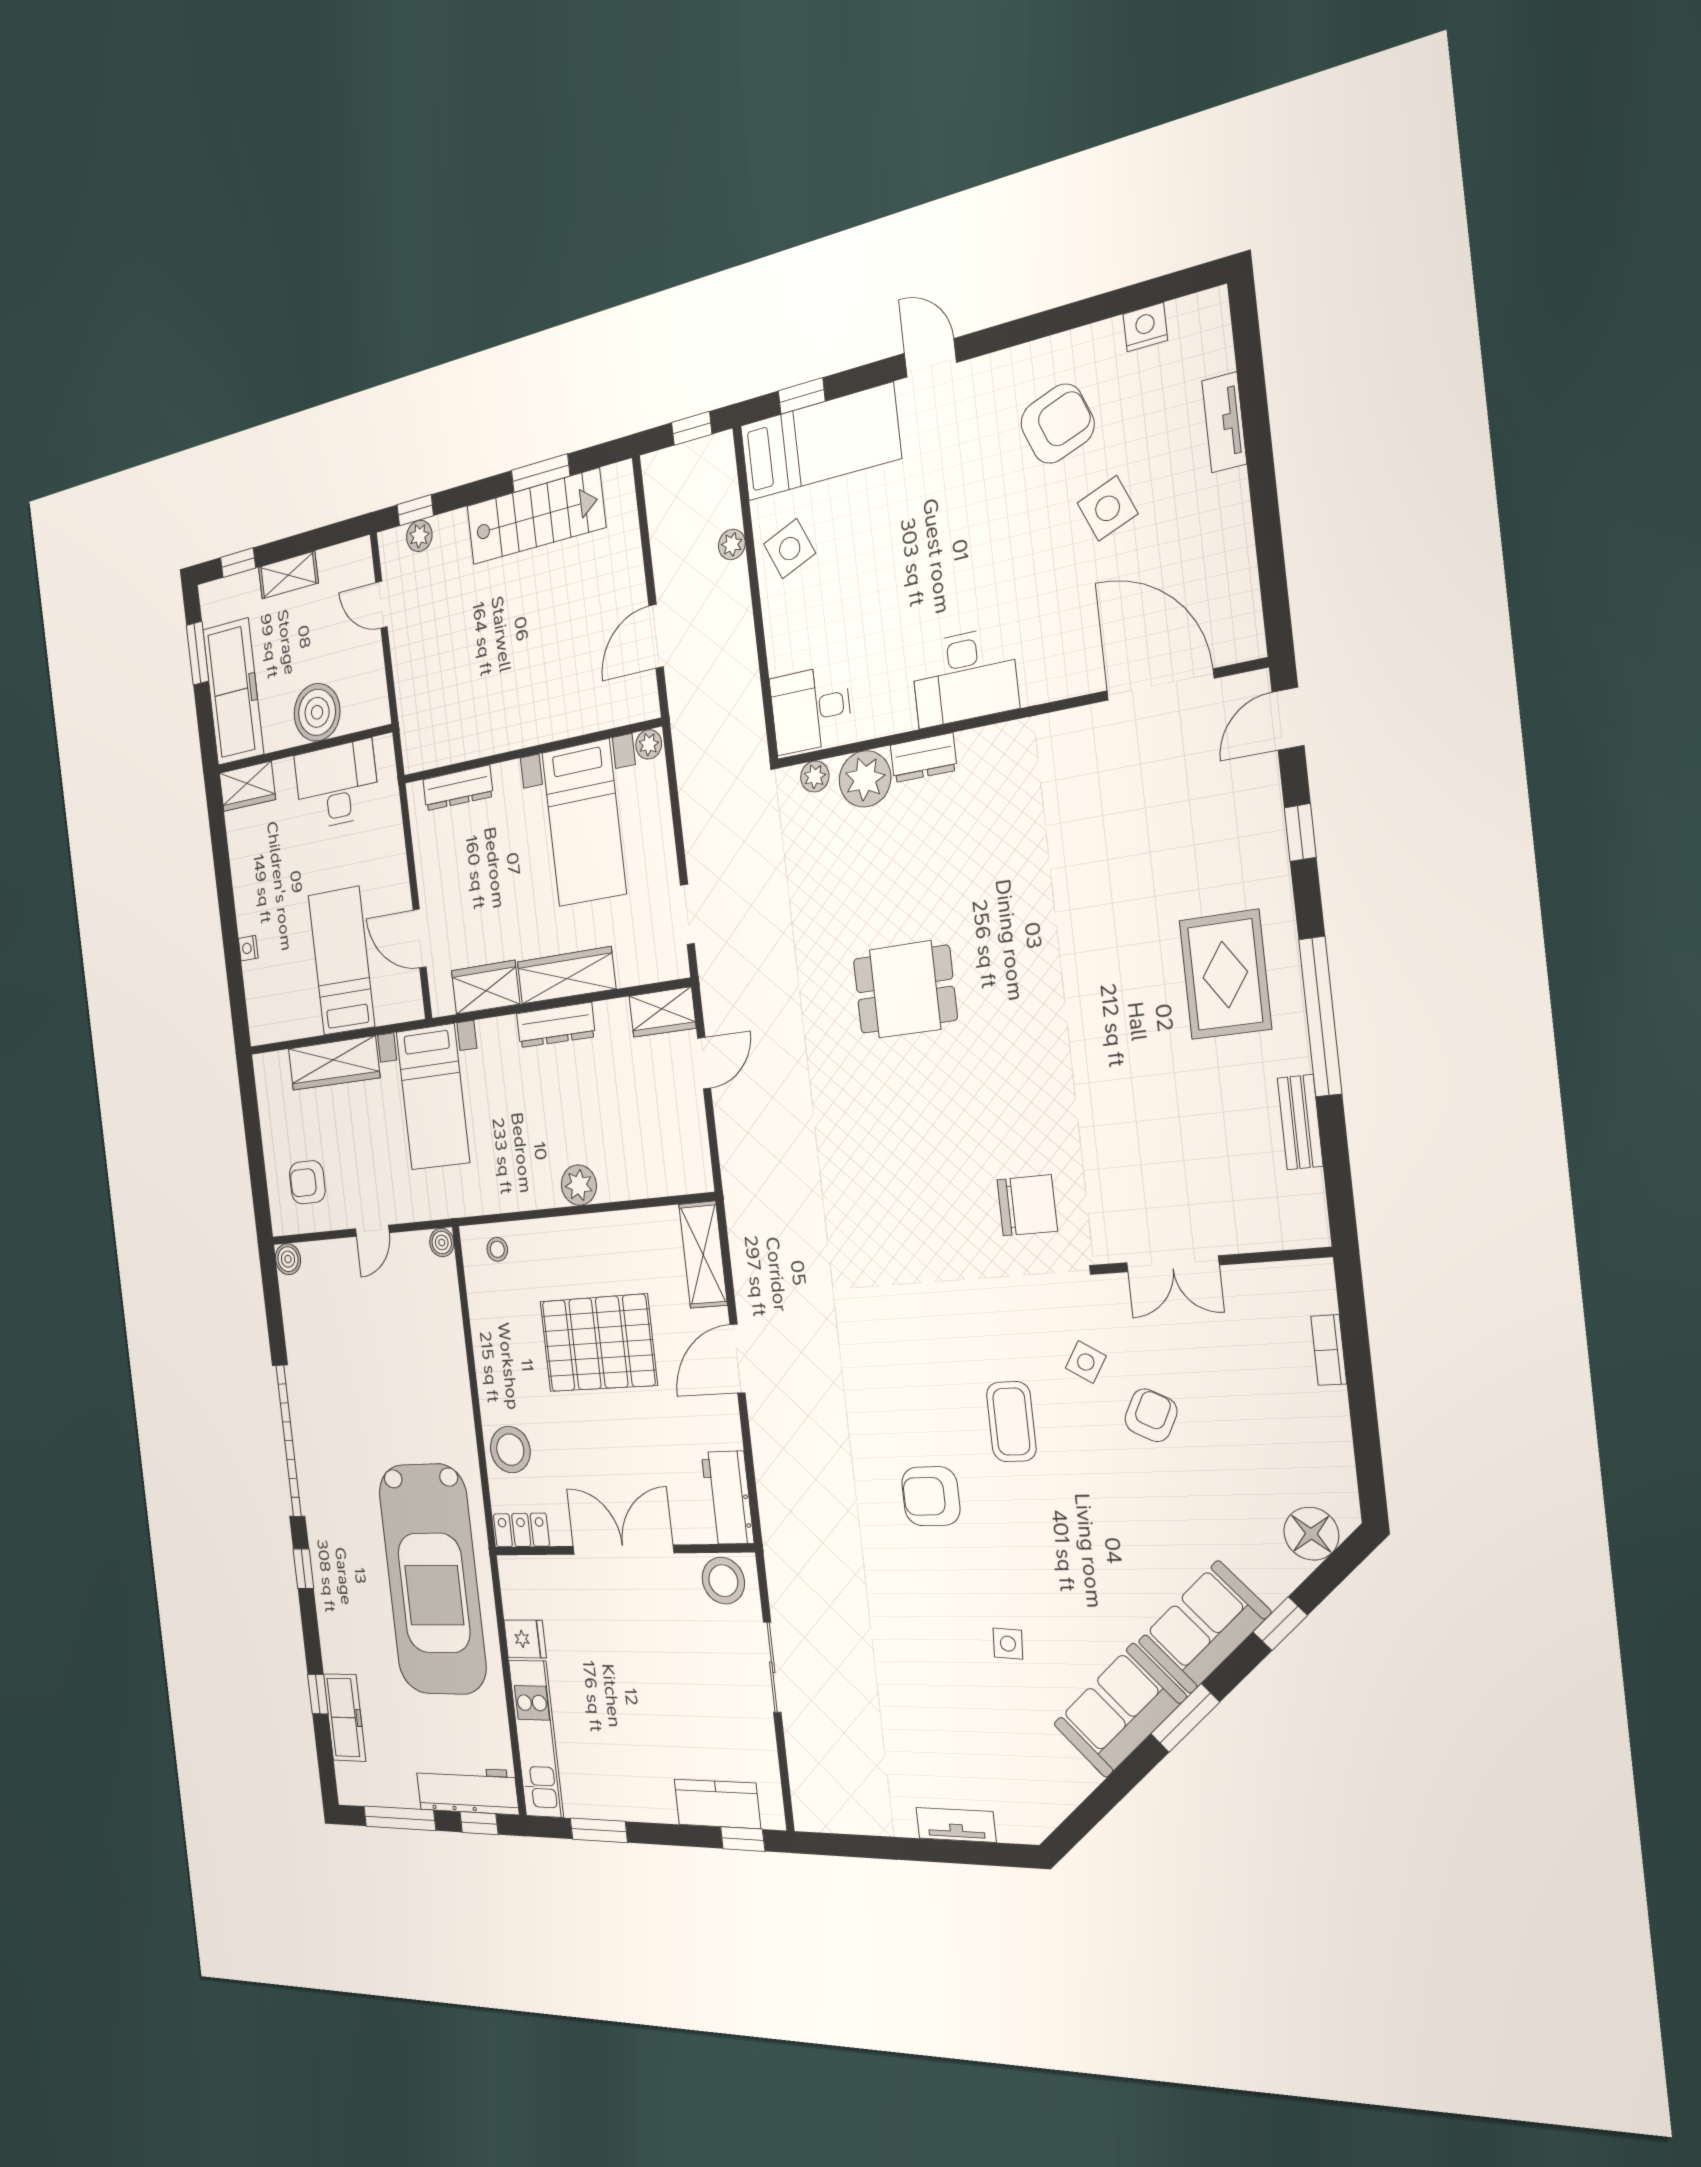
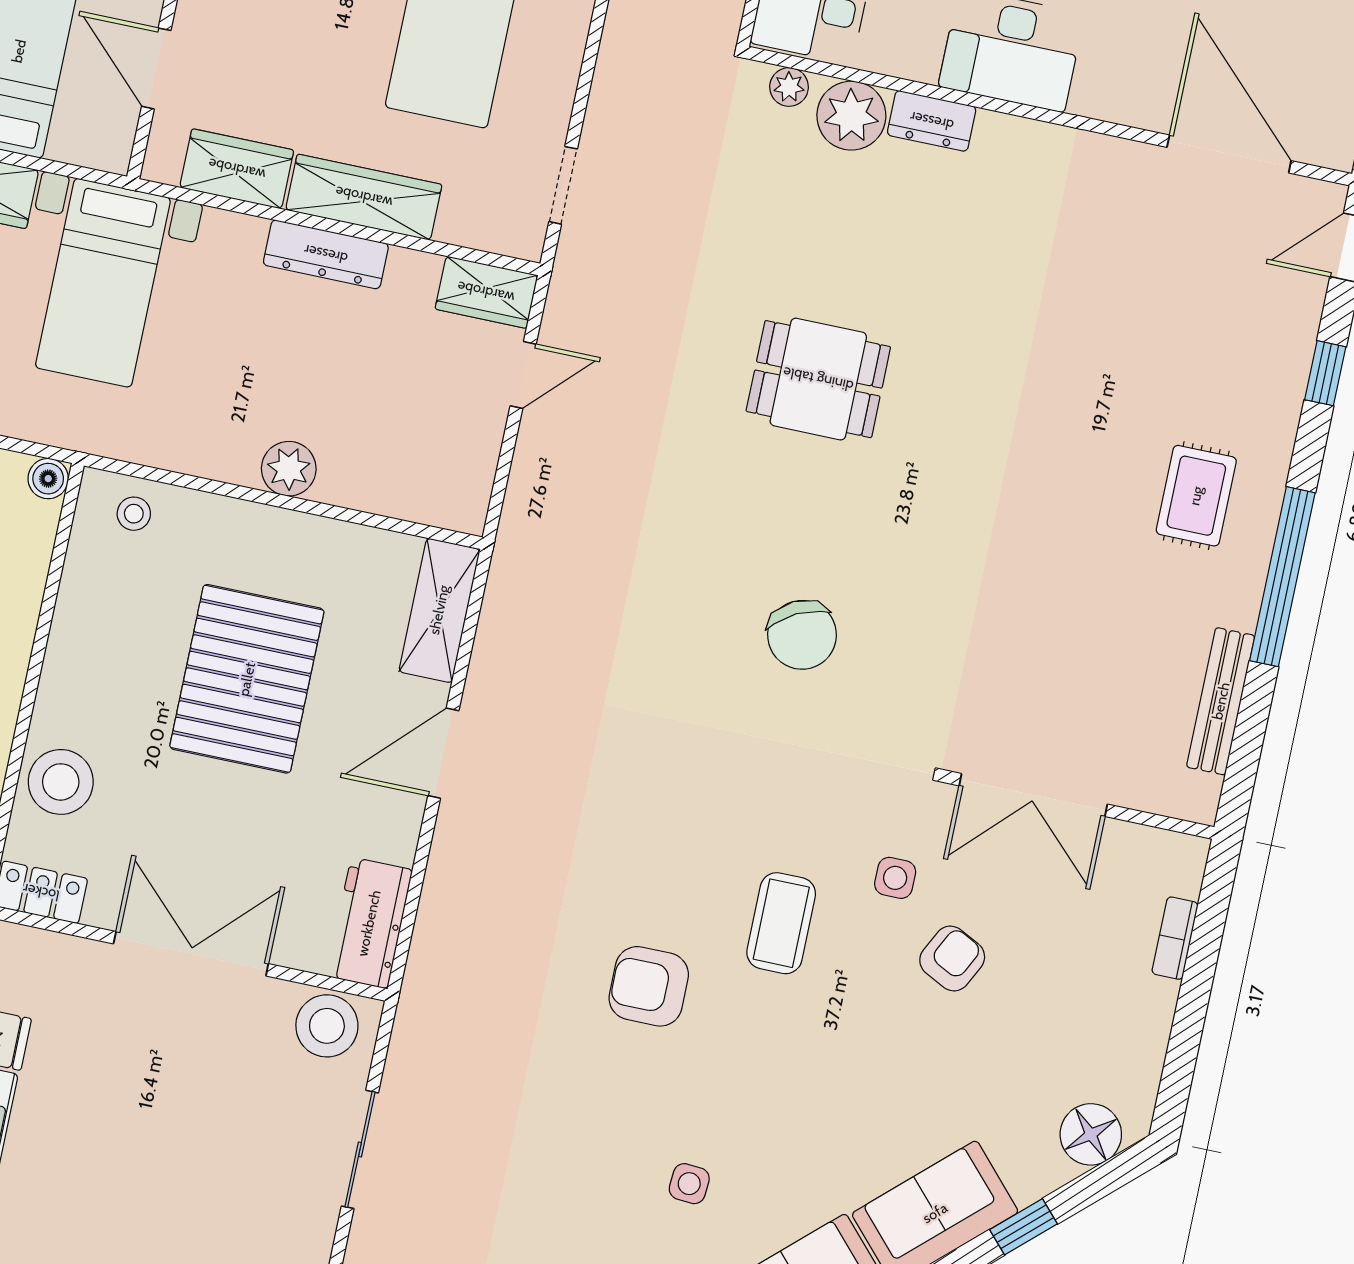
rug: (1225, 975) -> (1196, 496), width x0.73, depth x0.70
bench: (1300, 1122) -> (1221, 701), width x1.36
chair: (1027, 1205) -> (802, 635), moved, turned 63
double door: (1173, 1264) -> (1033, 795), width x1.37
pallet: (598, 1343) -> (247, 679), turned 90
side table: (1086, 1362) -> (895, 878), turned -32

